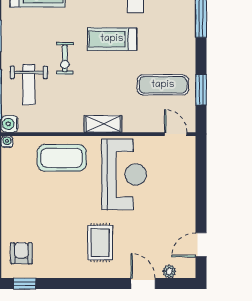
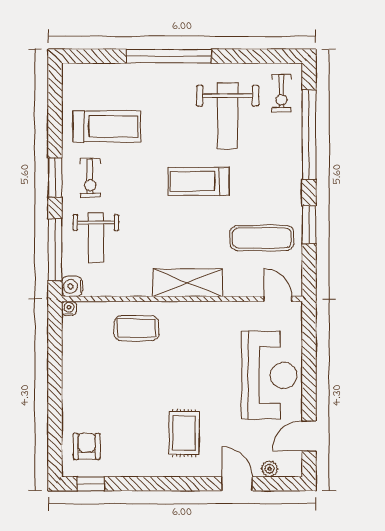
exercise bike: (65, 58) -> (90, 178), moved
window: (201, 90) -> (309, 225), moved
shelving: (103, 124) -> (188, 283), width x1.50, depth x1.33
coffee table: (62, 158) -> (136, 328), width x0.73, depth x0.76
reception desk: (124, 174) -> (269, 375), moved

